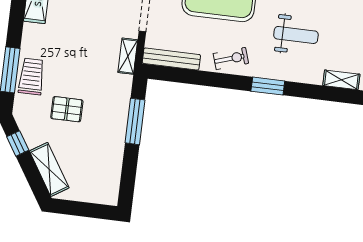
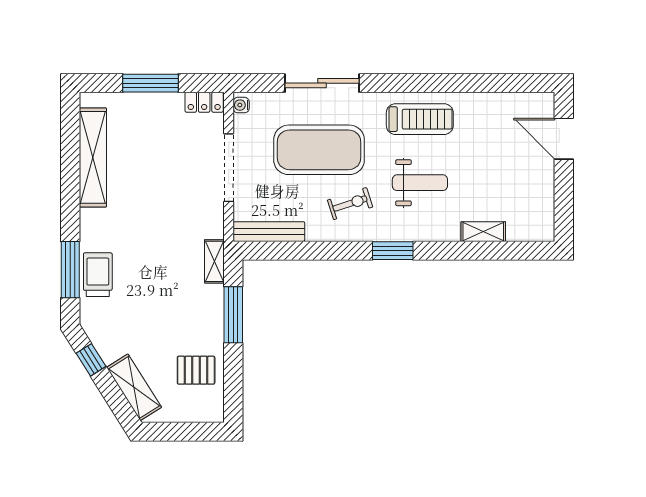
shelving: (128, 56) -> (214, 261), moved
exercise bike: (231, 58) -> (350, 204), moved
pallet: (67, 109) -> (196, 370), moved

